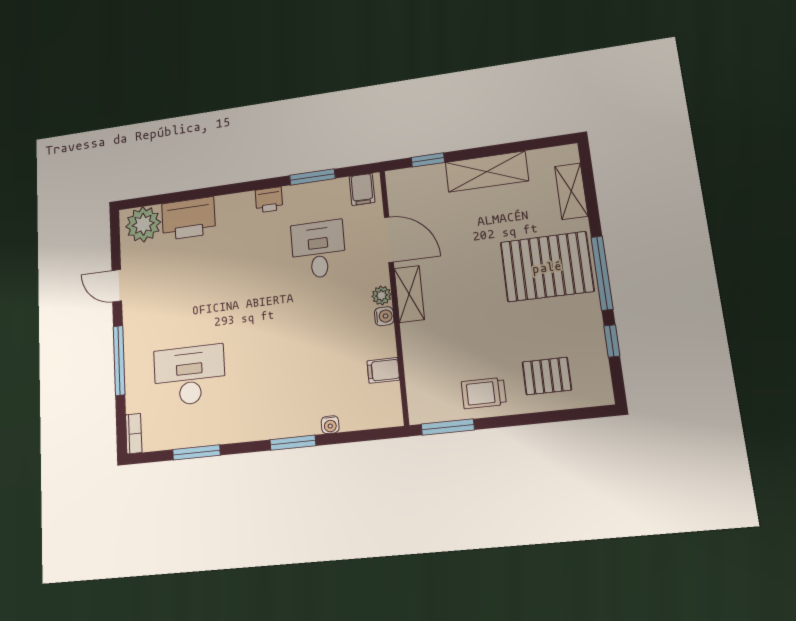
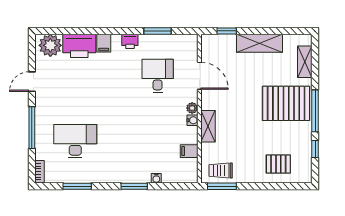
filing cabinet: (362, 189) -> (104, 43), moved
door: (117, 286) -> (32, 82), hinge flipped
shelving: (409, 294) -> (208, 126), moved
trolley: (484, 393) -> (221, 170), moved

